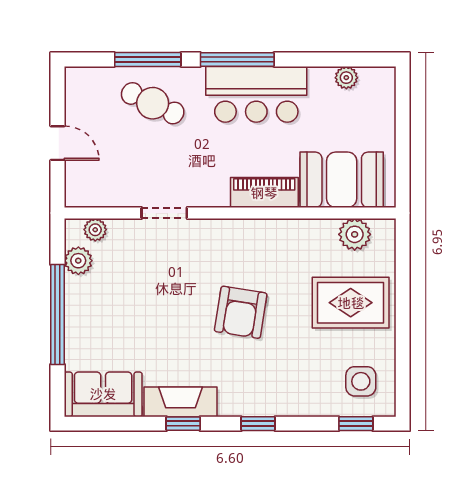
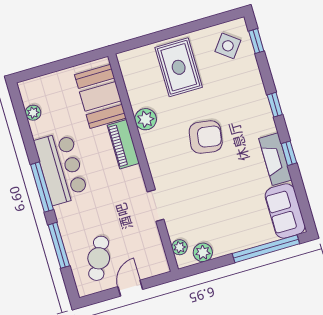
cafe table: (153, 103) -> (99, 258), moved
plant: (355, 234) -> (146, 119), moved
window: (58, 314) -> (266, 249), moved
side table: (361, 381) -> (228, 46), turned 37

